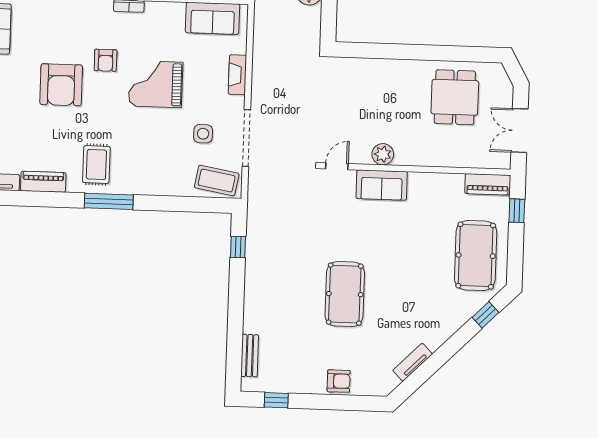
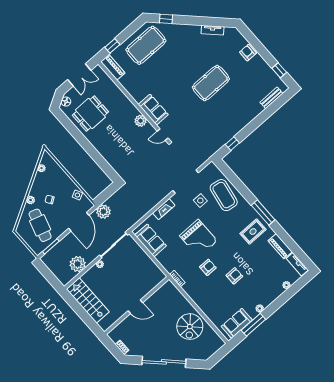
floor lamp: (501, 80) -> (66, 102), added
armchair: (61, 85) -> (234, 276), width x0.53, depth x0.53
coffee table: (217, 181) -> (224, 195), moved, width x1.36, depth x1.32

